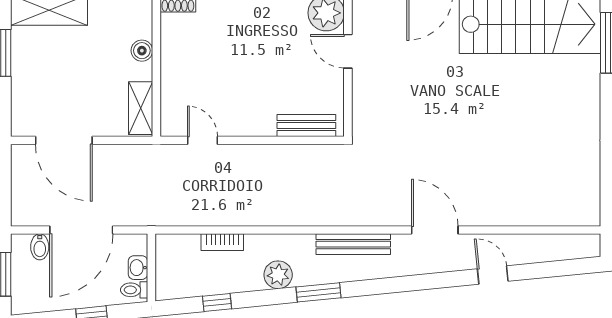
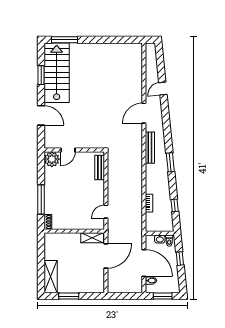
boiler: (142, 51) -> (68, 237), removed
door: (64, 140) -> (106, 256), moved
plant: (278, 275) -> (163, 180), removed

